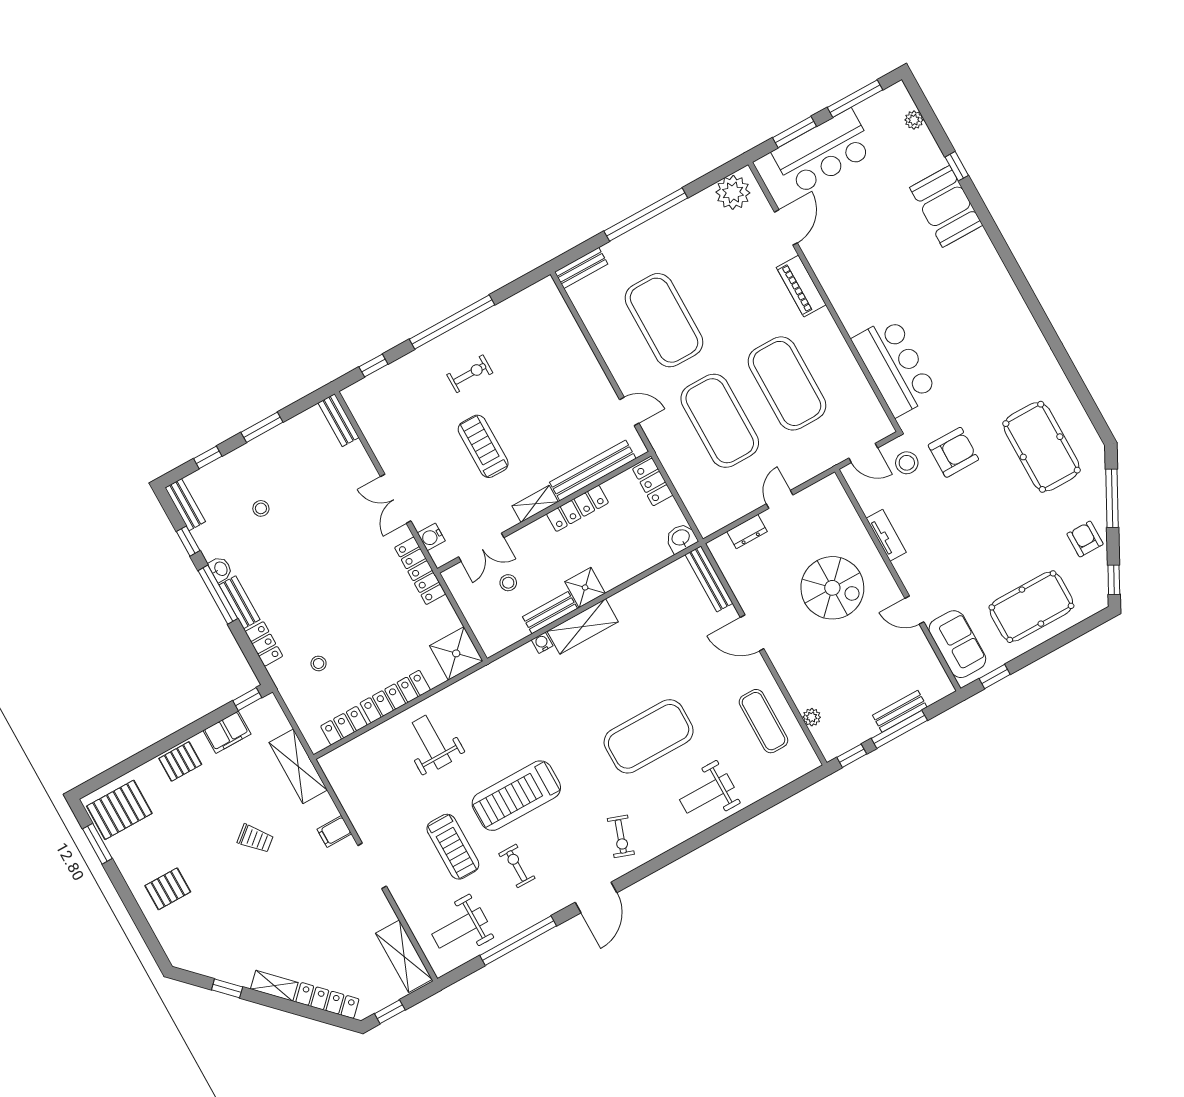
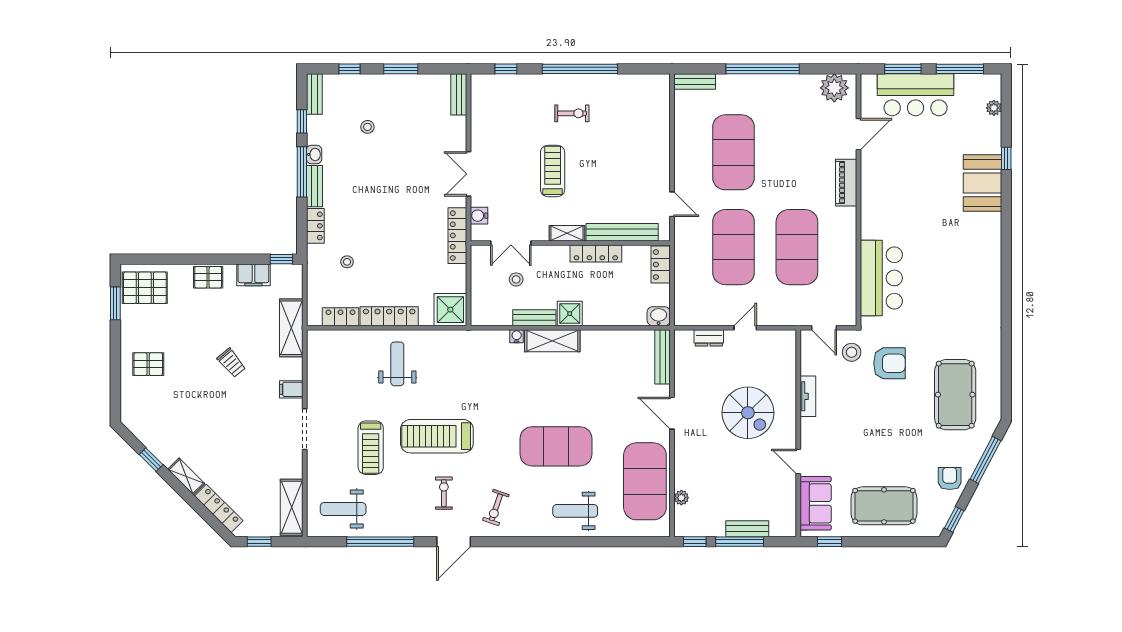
exercise mat: (763, 721) -> (645, 481), width x2.00, depth x1.45
exercise bike: (517, 866) -> (444, 493), moved

